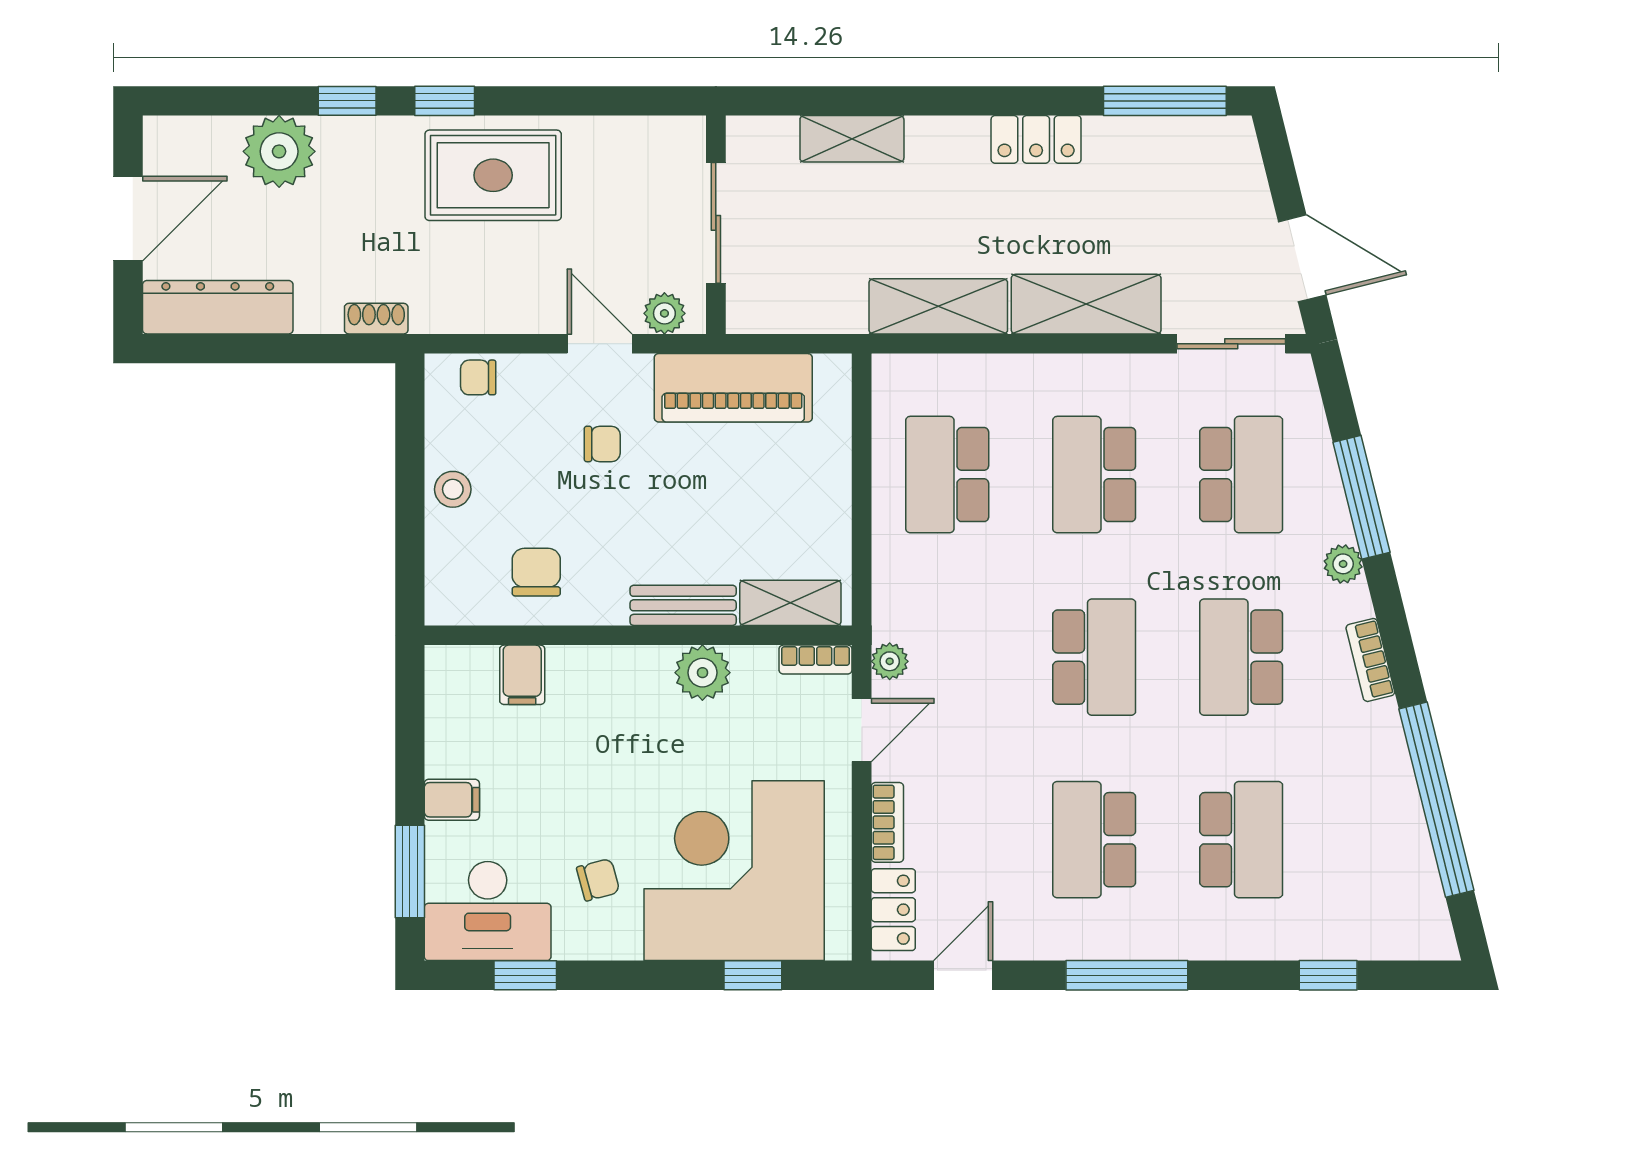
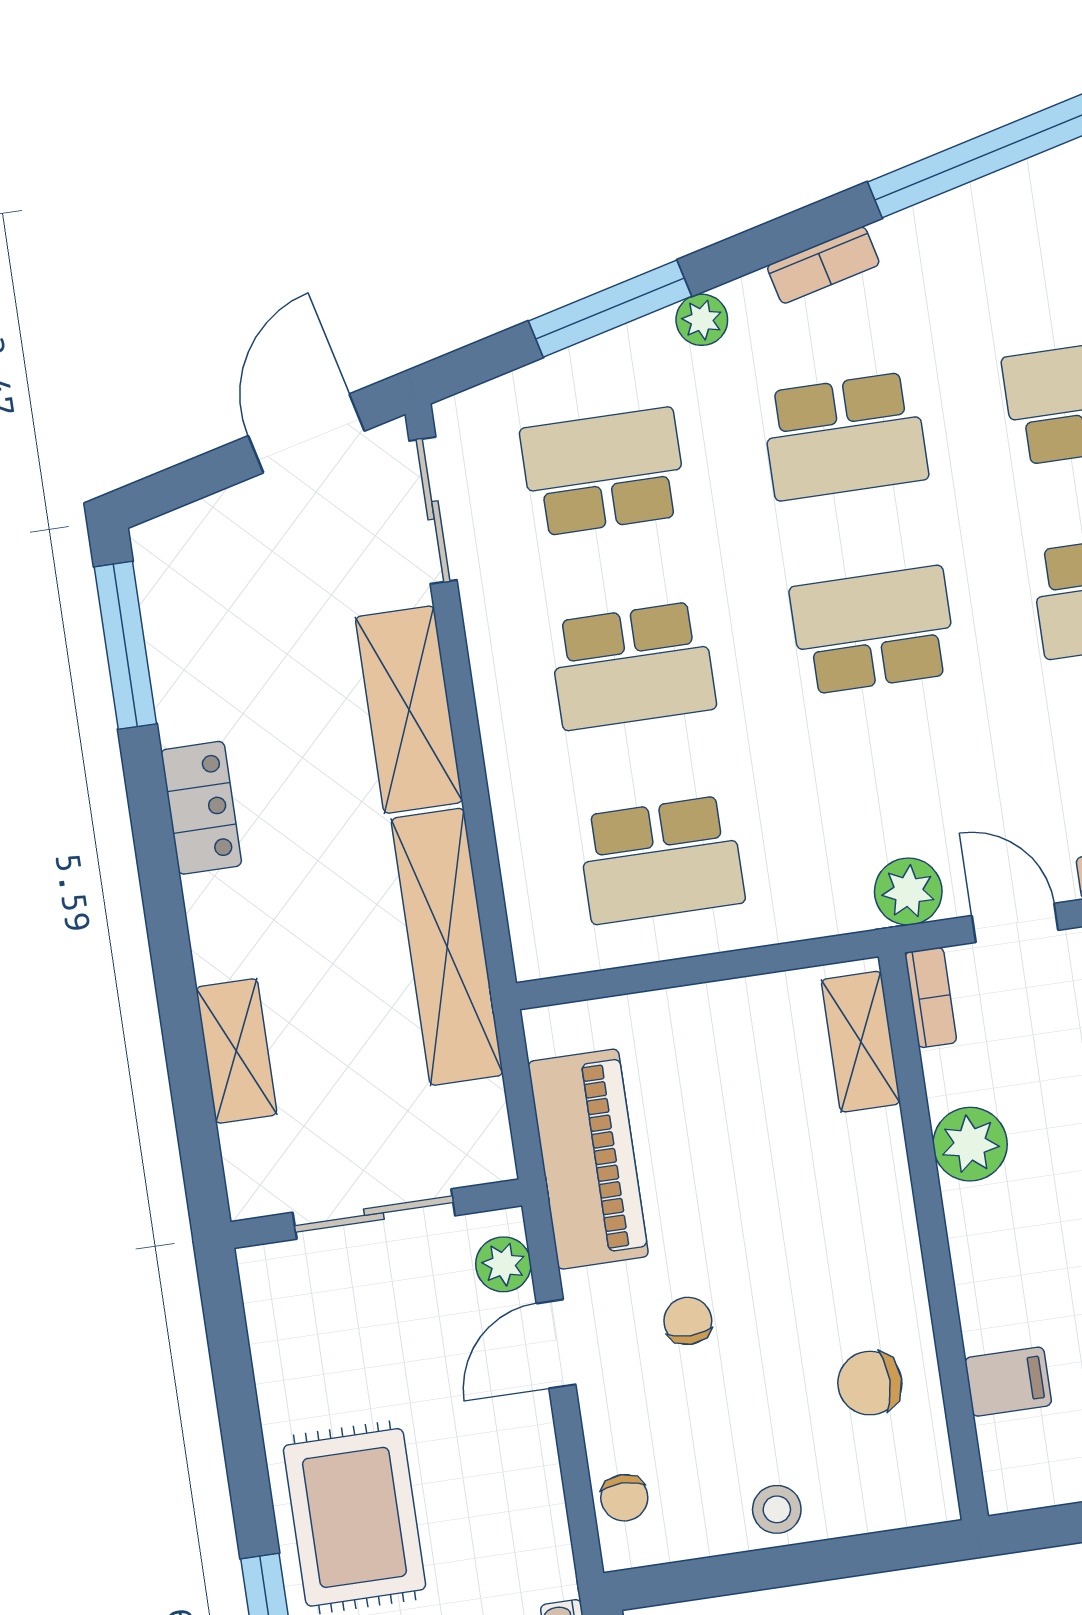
shelving: (938, 306) -> (447, 947), width x1.47
bench: (683, 605) -> (885, 1183), removed
plant: (890, 661) -> (908, 892), width x1.38, depth x1.38

